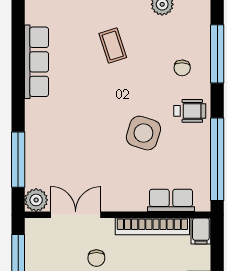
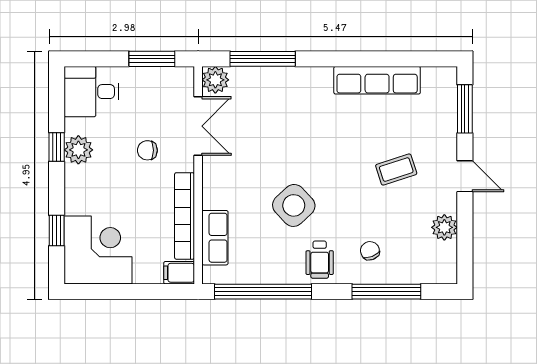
chair: (182, 68) -> (370, 251), turned 66
side table: (143, 133) -> (294, 205), turned 30

